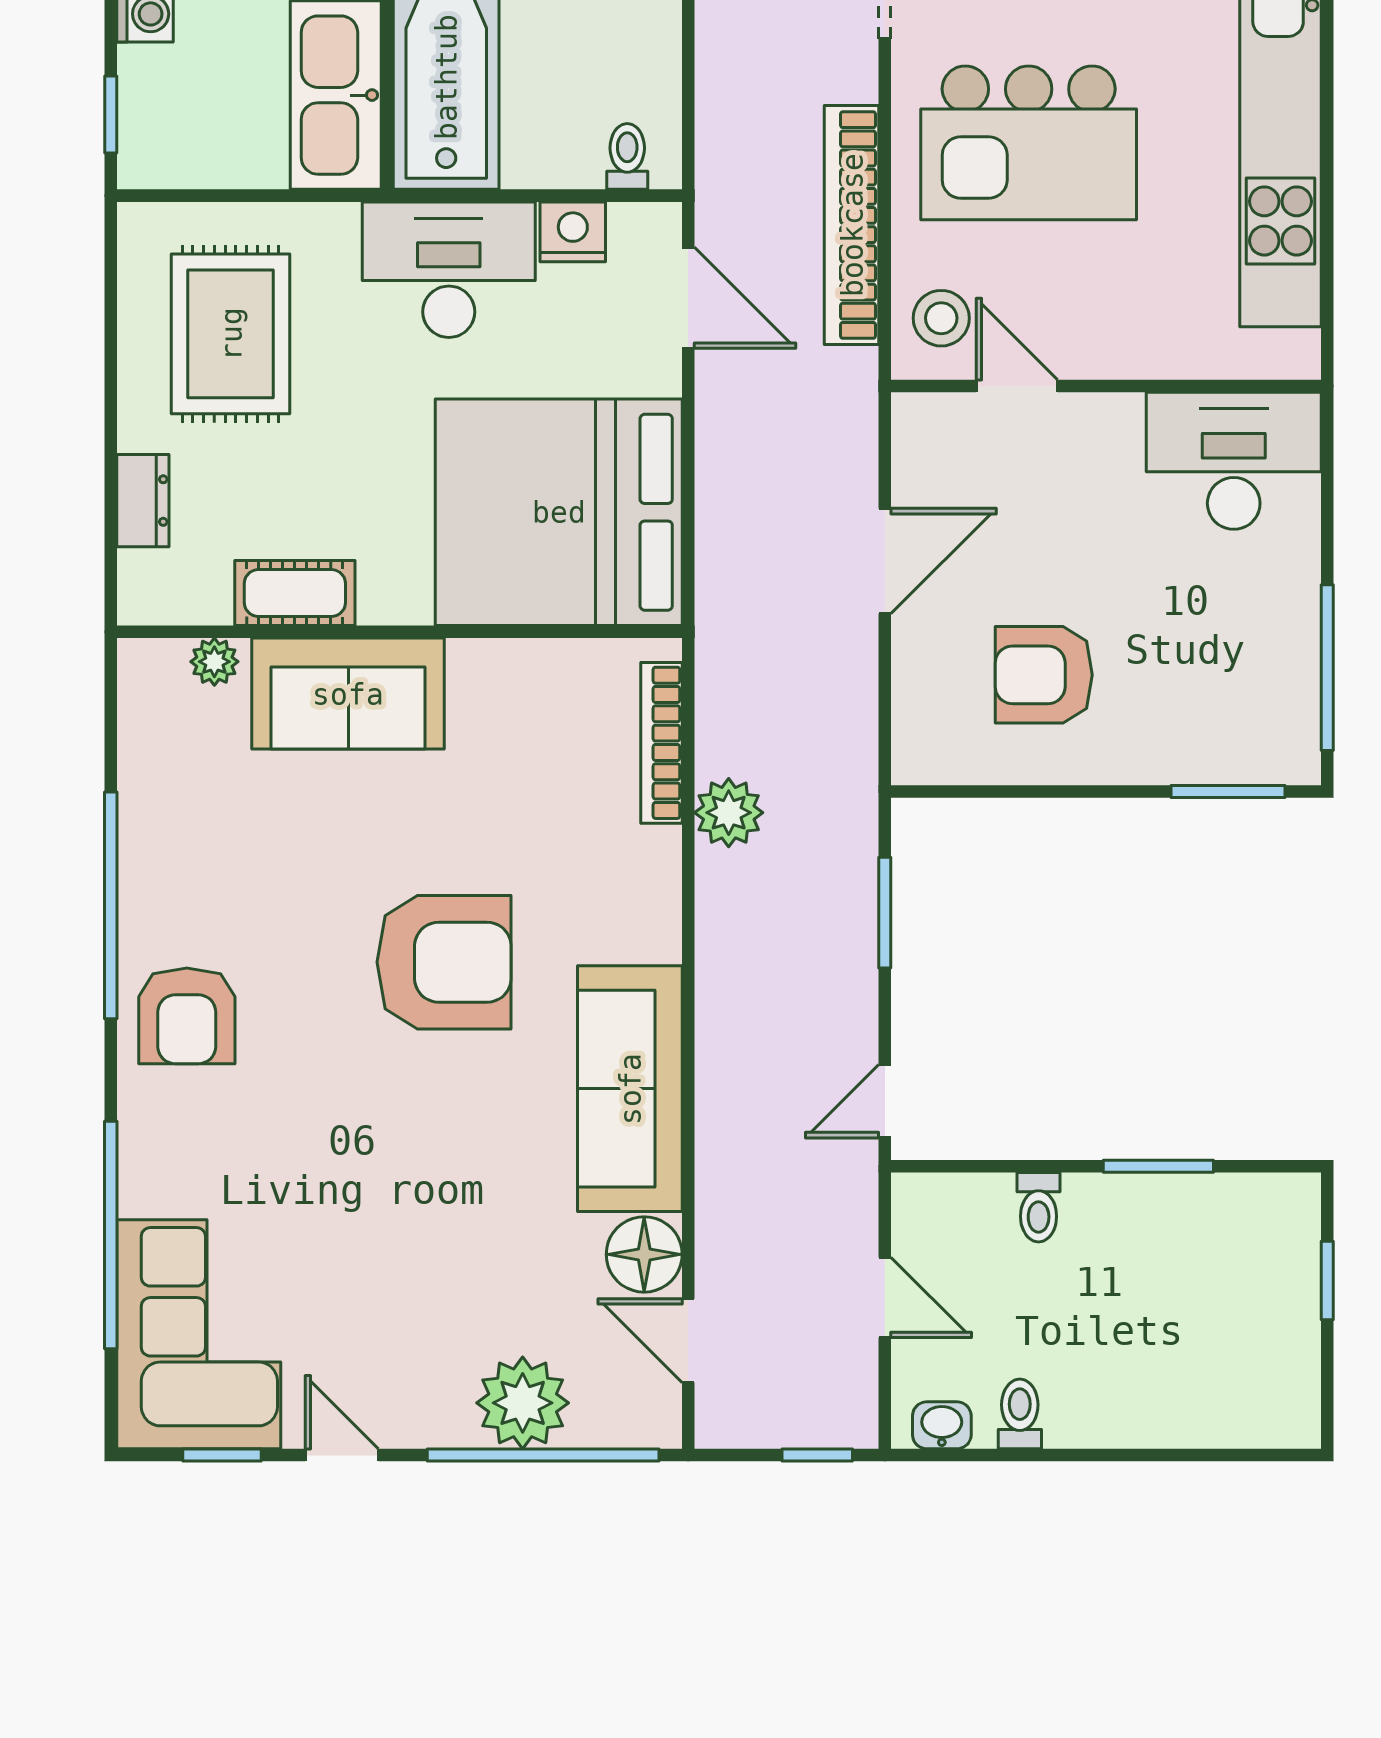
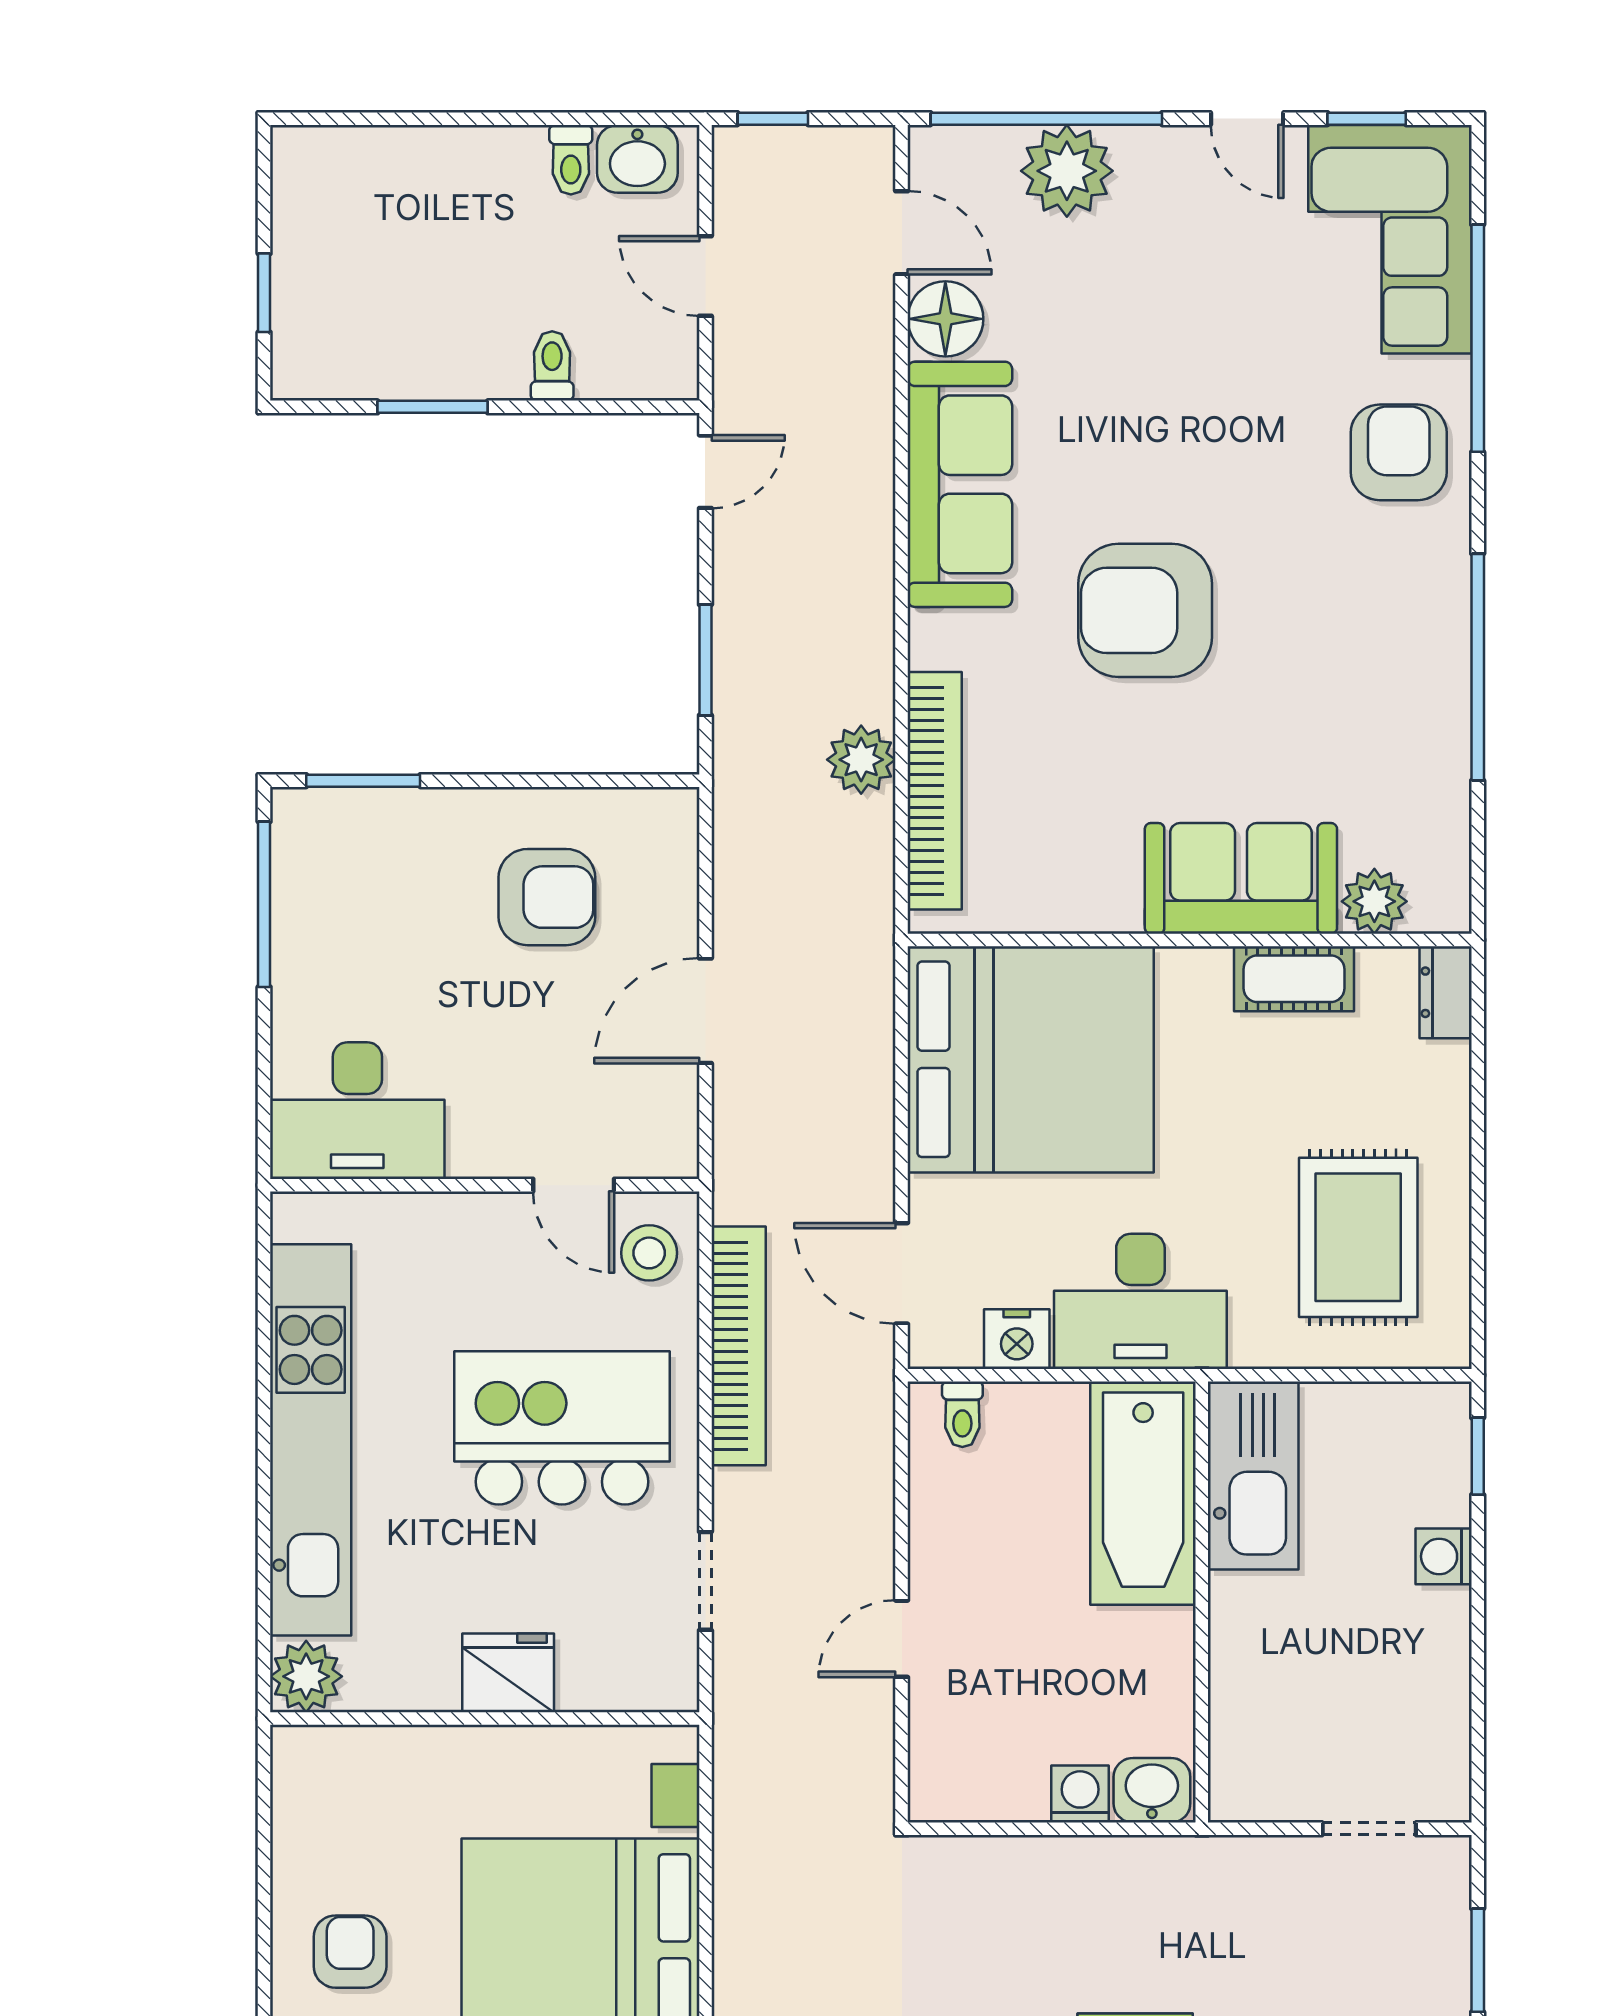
dresser: (143, 501) -> (1446, 992), moved
plant: (214, 662) -> (1374, 901), width x1.38, depth x1.38
bookcase: (661, 743) -> (935, 791), width x1.48, depth x1.31
armchair: (187, 1016) -> (1399, 452), moved
washbasin: (942, 1425) -> (637, 159), width x1.38, depth x1.45

